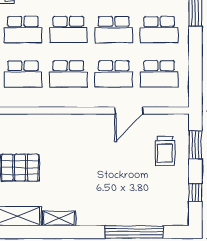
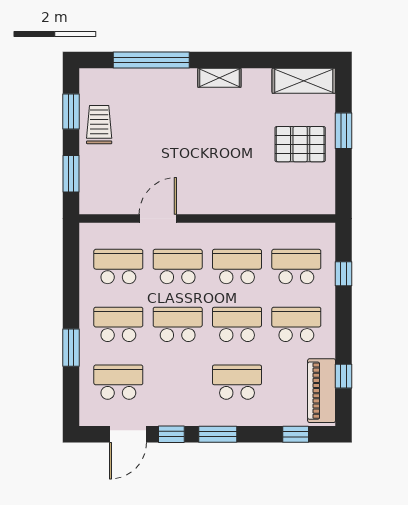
trolley: (165, 151) -> (99, 125), moved
window: (195, 193) -> (71, 111), width x1.50
shelving: (59, 218) -> (219, 78), moved

